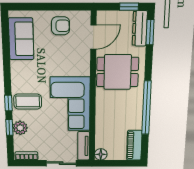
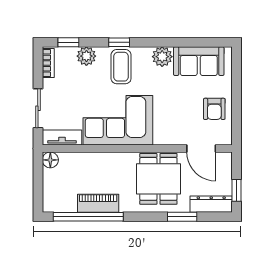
window: (150, 32) -> (182, 217), moved
plant: (19, 69) -> (162, 57), added
window: (147, 108) -> (88, 217), moved
window: (9, 127) -> (68, 42), moved
piano: (134, 145) -> (98, 203), moved

